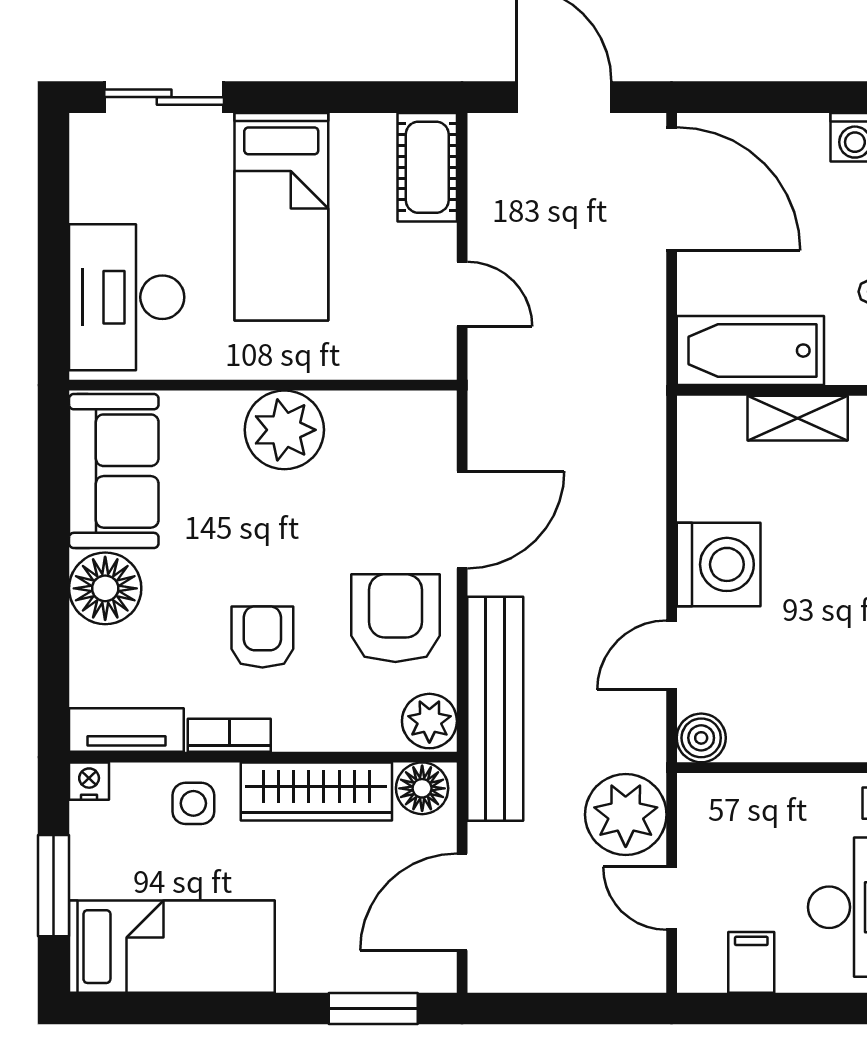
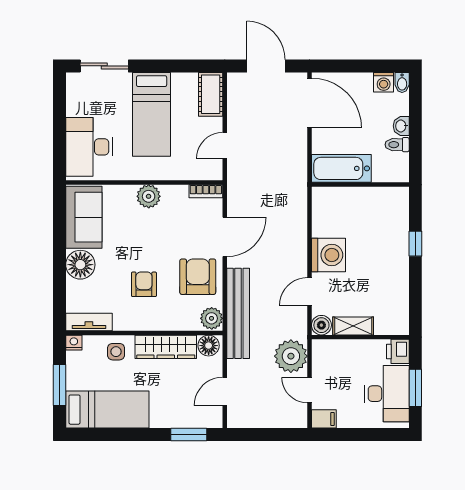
door: (462, 294) -> (225, 146), swing flipped
shelving: (798, 418) -> (353, 326), moved
plant: (284, 430) -> (149, 196), width x0.73, depth x0.73
bookcase: (229, 735) -> (206, 191), moved, turned 180
door: (462, 902) -> (225, 392), width x0.73
filing cabinet: (751, 962) -> (324, 419), moved, turned 90

